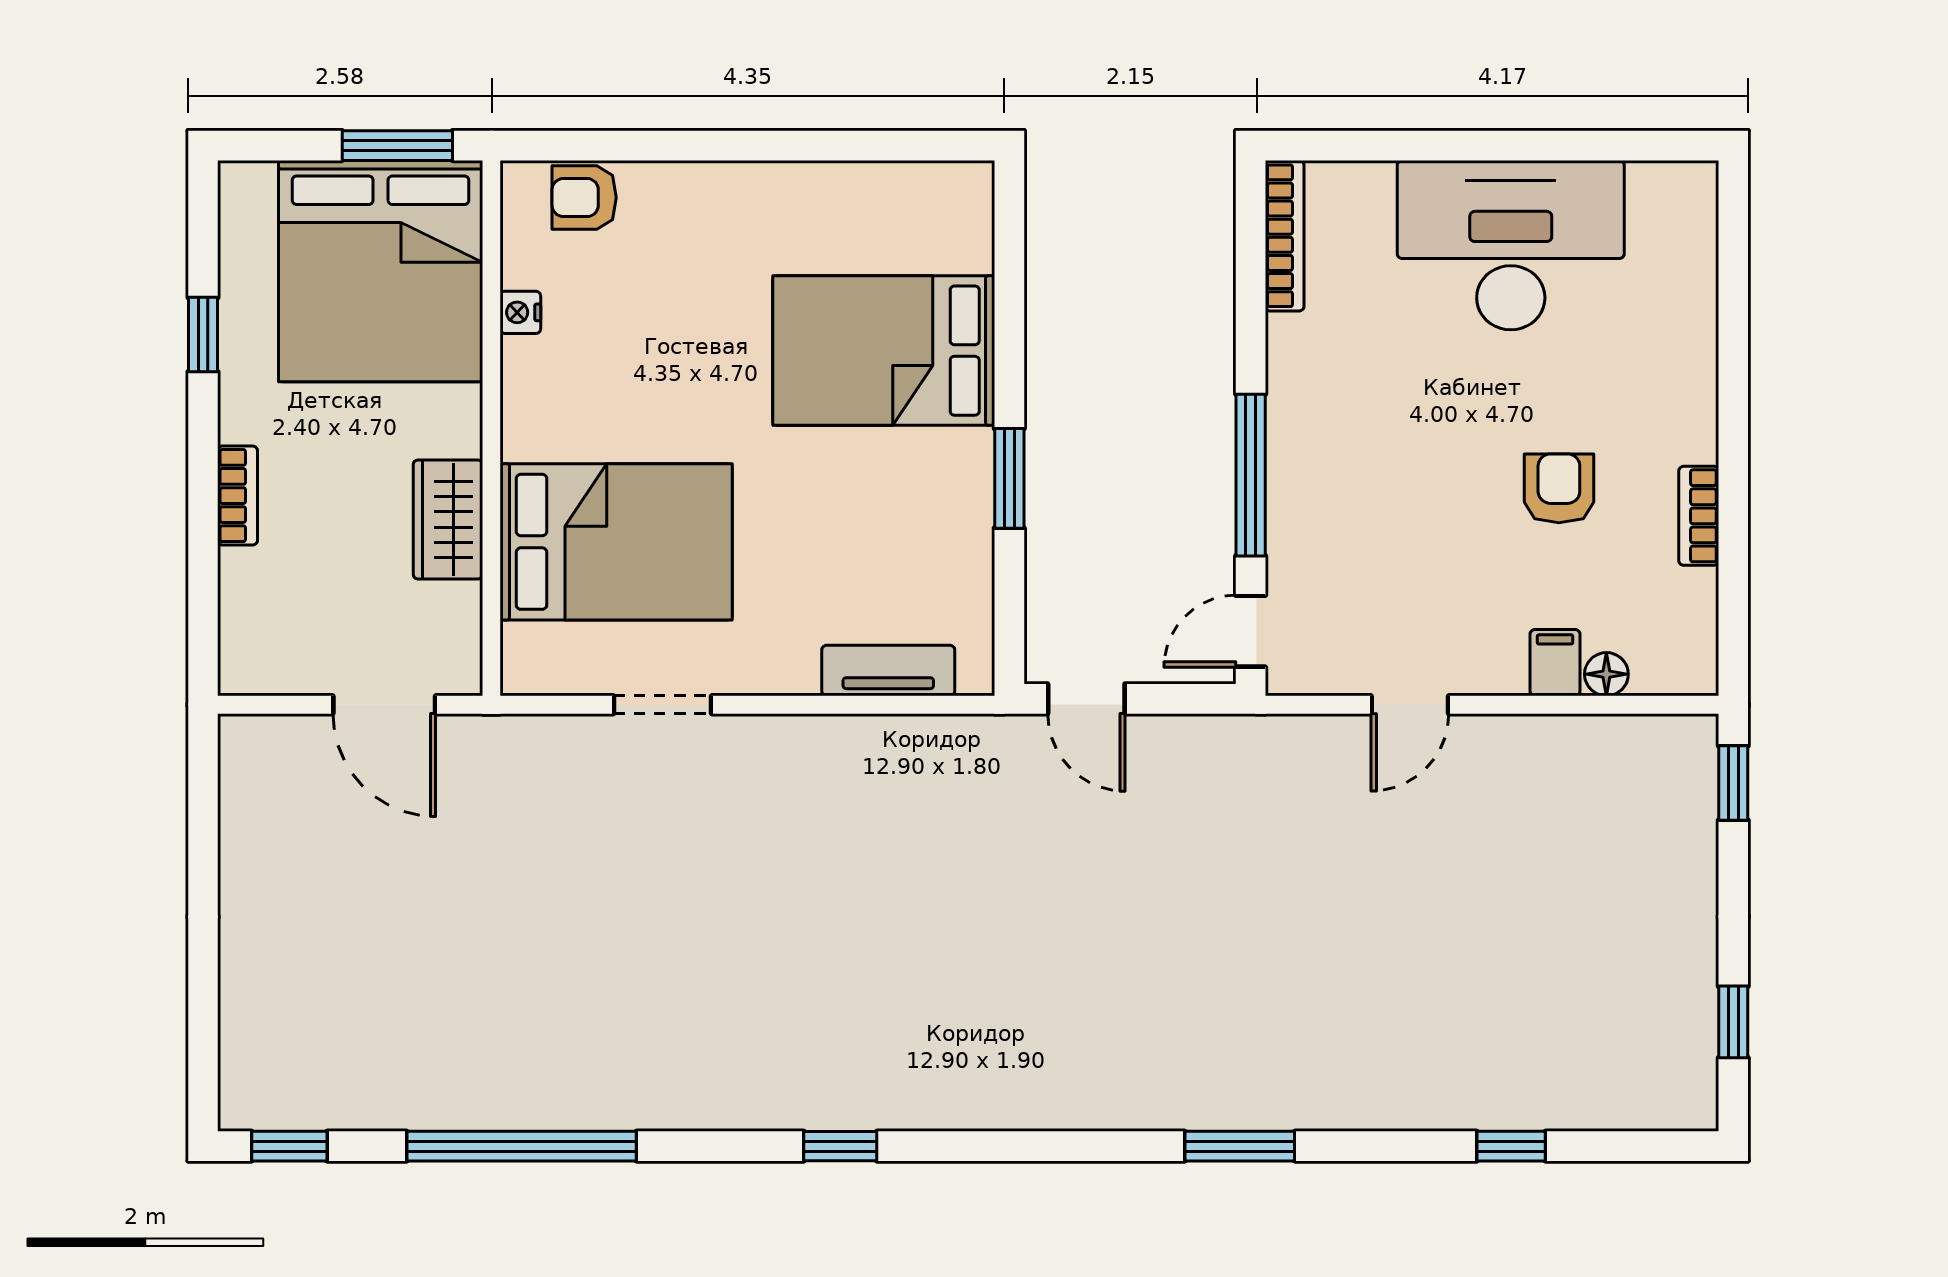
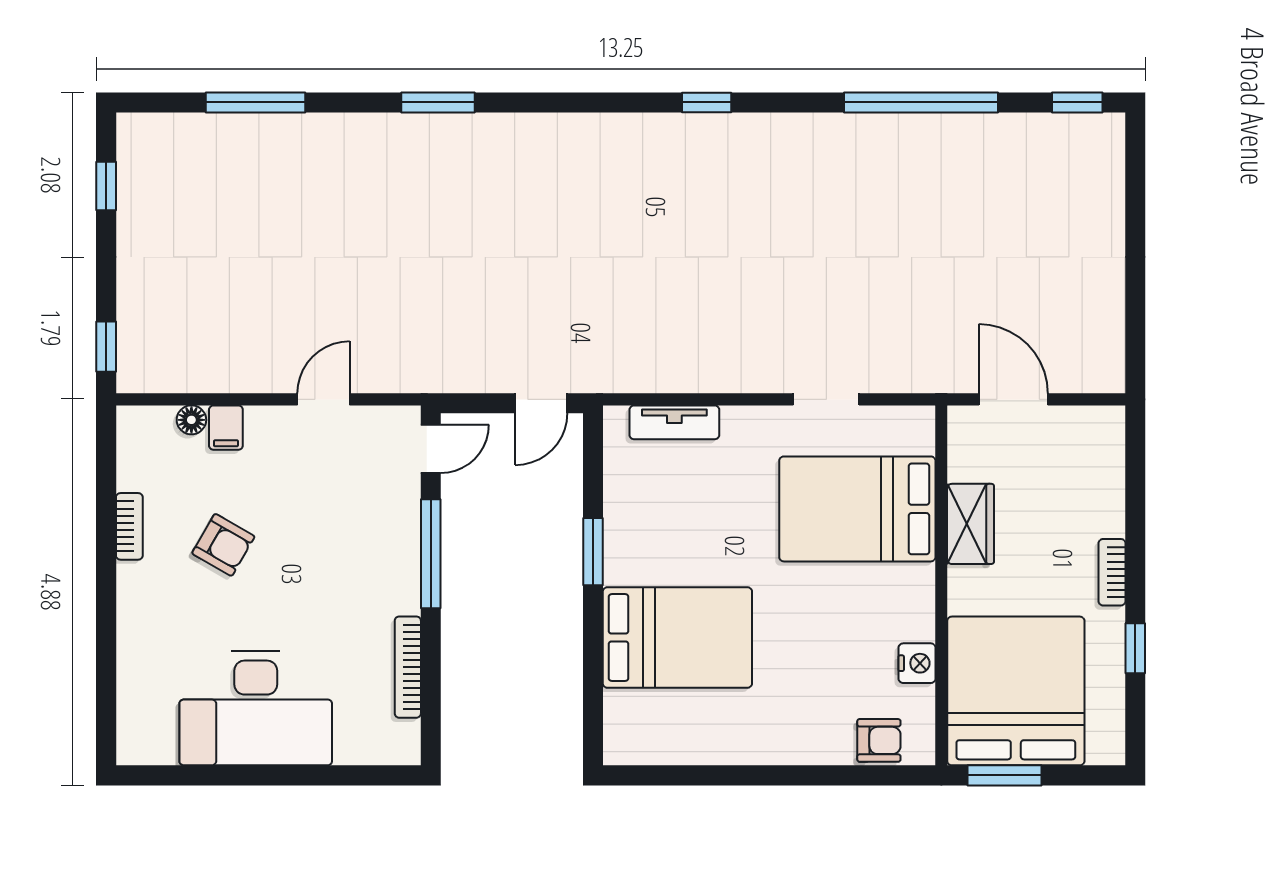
bookcase: (1285, 236) -> (408, 667), moved
nightstand: (520, 312) -> (917, 663), width x1.39, depth x1.35
armchair: (1559, 488) -> (223, 545), turned -60
bookcase: (238, 496) -> (1112, 572), moved
door: (1086, 699) -> (541, 403), swing flipped
window: (1511, 1146) -> (255, 102), width x2.17

